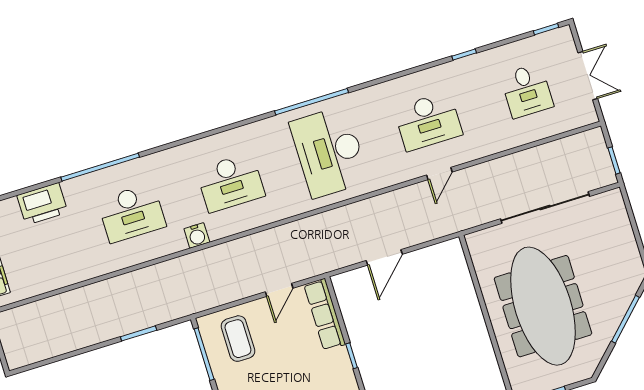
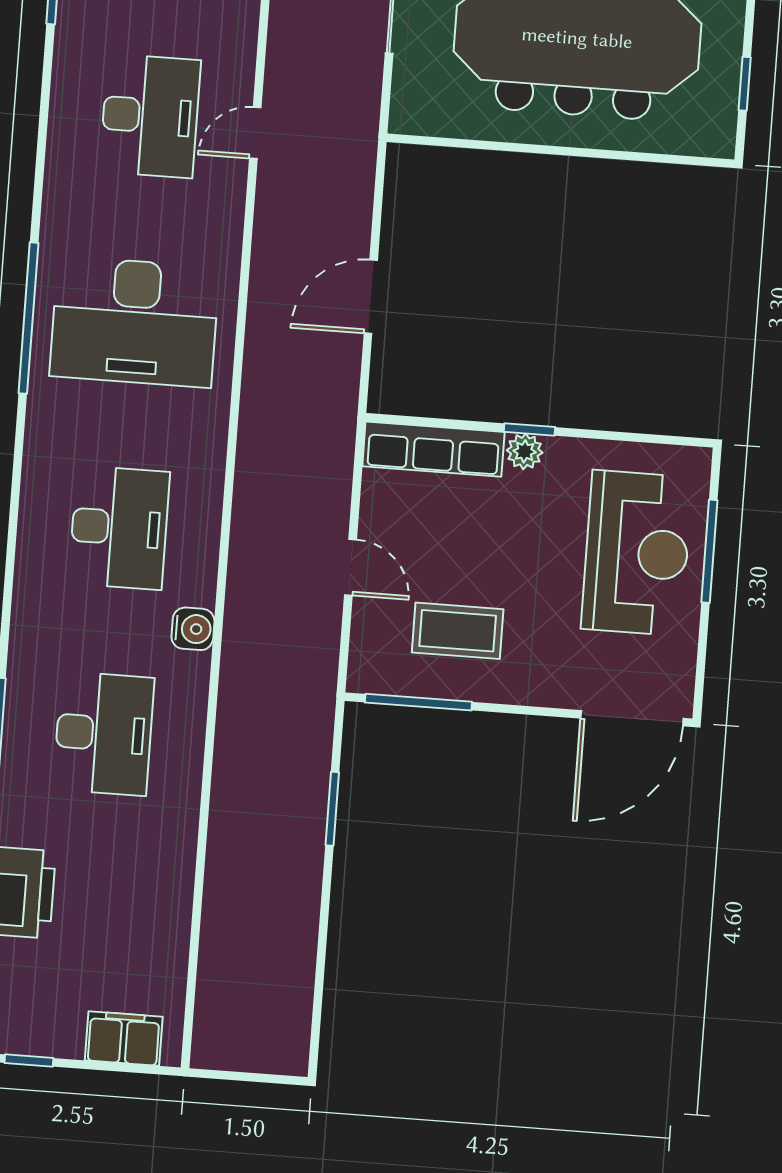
door: (439, 173) -> (255, 133), swing flipped
door: (384, 257) -> (371, 297), swing flipped
door: (279, 290) -> (350, 567), moved
coffee table: (238, 339) -> (458, 631), moved
plant: (340, 357) -> (525, 451), added

